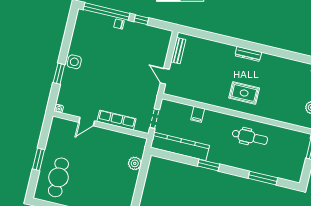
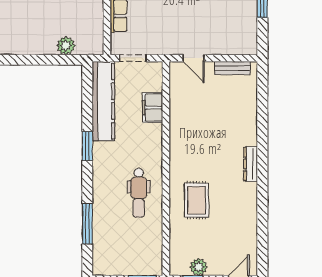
door: (165, 76) -> (194, 58), swing flipped
rug: (244, 93) -> (197, 200), moved
filing cabinet: (198, 114) -> (153, 108), width x2.00

